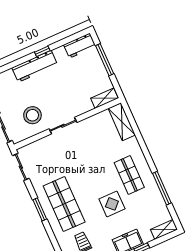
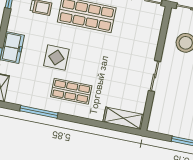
shelving: (104, 98) -> (155, 118), removed
sliding door: (63, 126) -> (154, 76), moved

